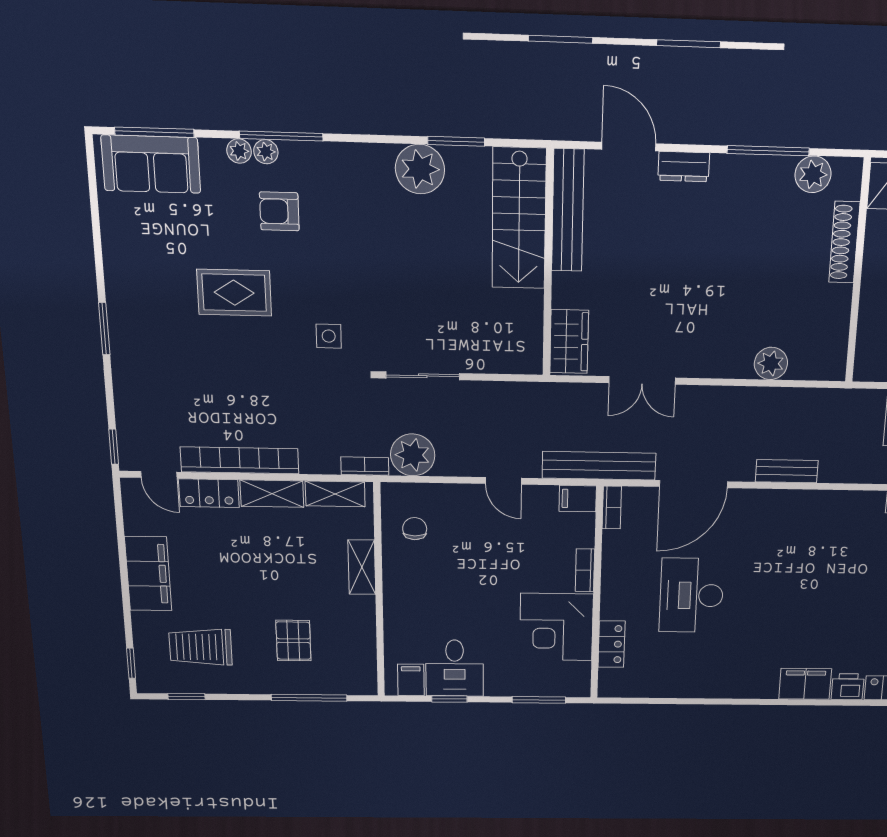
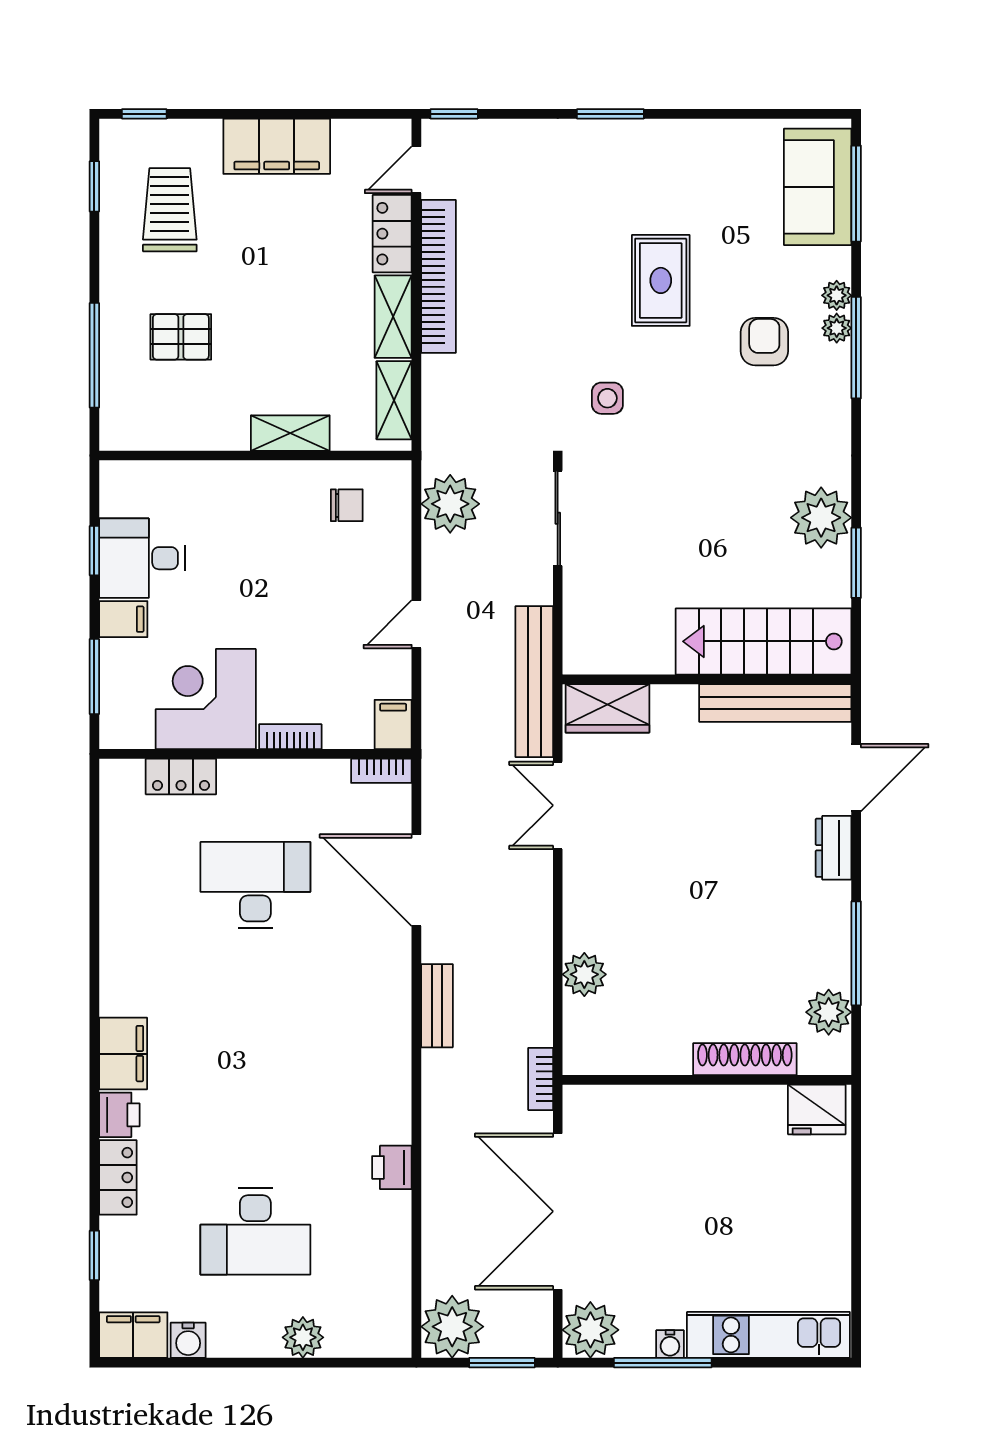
bookcase: (365, 466) -> (541, 1079), moved, turned 180
bench: (599, 466) -> (534, 682), moved
filing cabinet: (411, 680) -> (123, 619), moved

